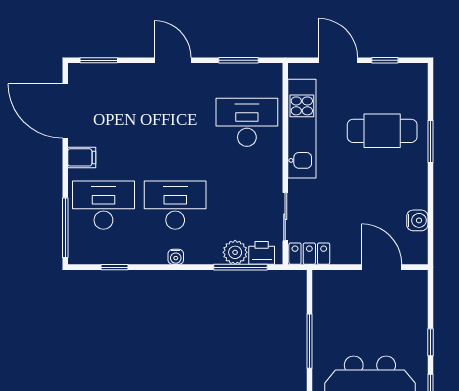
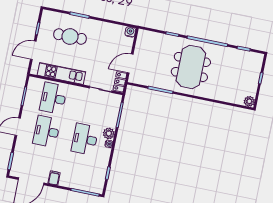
cafe table: (382, 131) -> (70, 37), turned 90
desk: (103, 205) -> (47, 131), moved
water cooler: (417, 220) -> (130, 32), moved
plant: (235, 252) -> (109, 133), moved
printer: (262, 253) -> (115, 104), removed
door: (382, 267) -> (130, 64), moved

